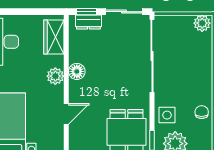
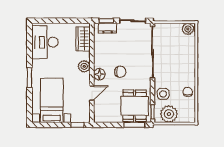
floor lamp: (77, 71) -> (99, 74), moved
chair: (106, 84) -> (120, 72), added

